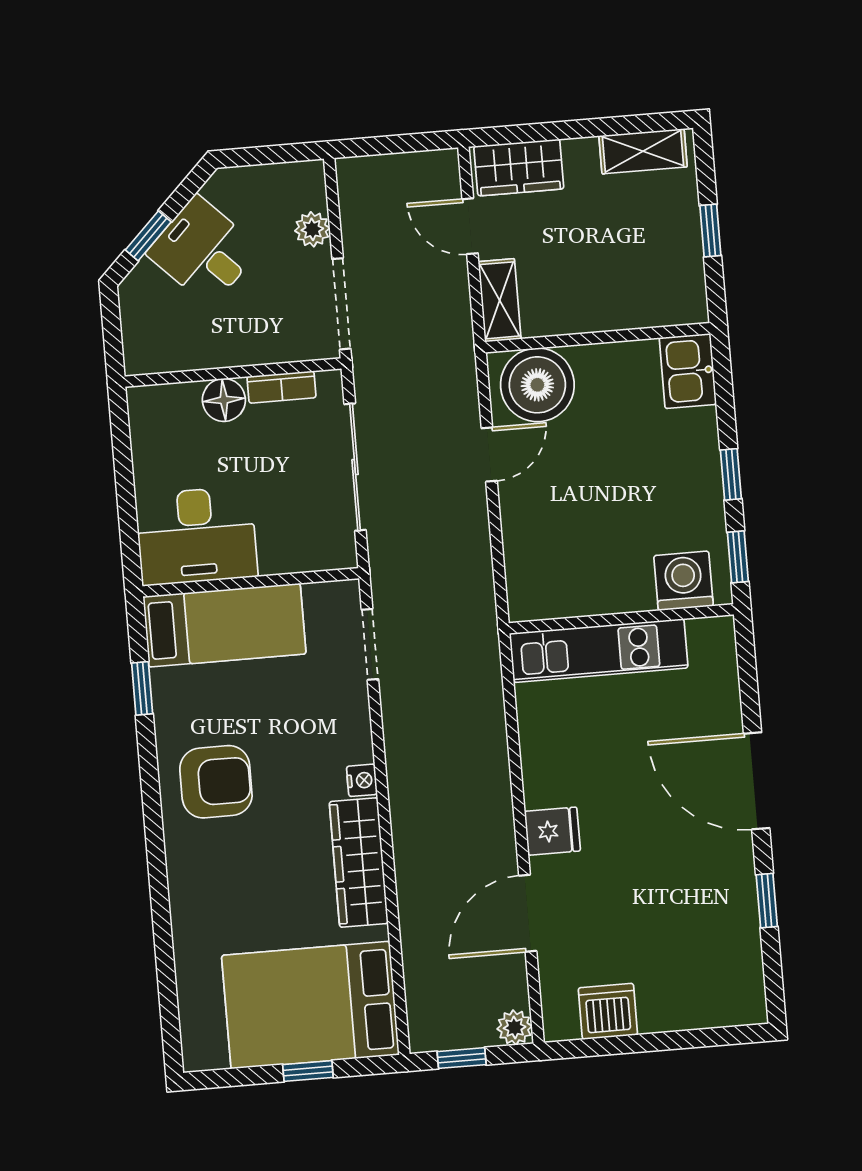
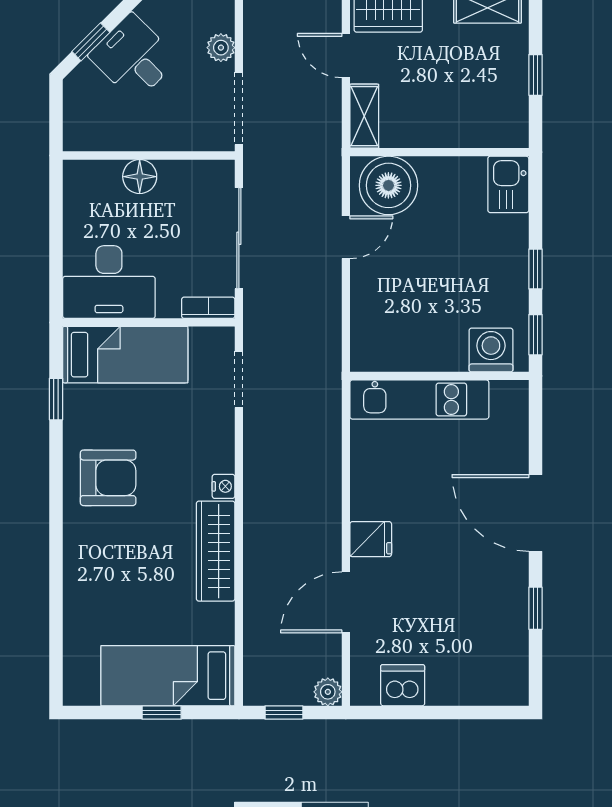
bookcase: (281, 387) -> (208, 308), moved, turned 180
bed: (310, 1005) -> (168, 676), width x0.67

